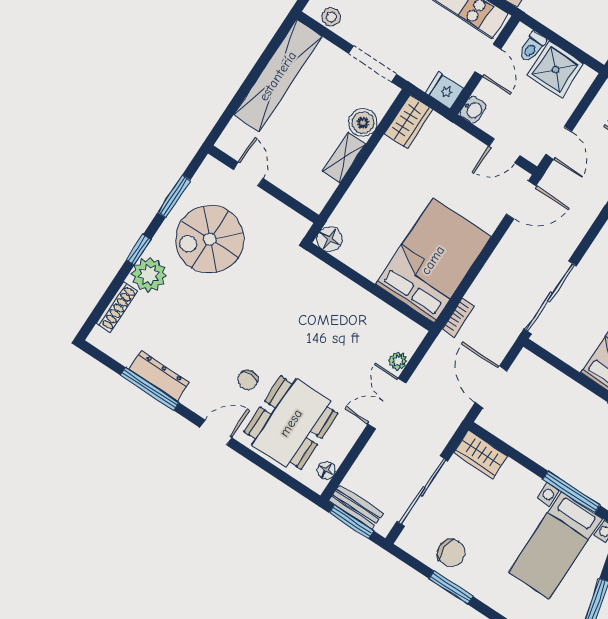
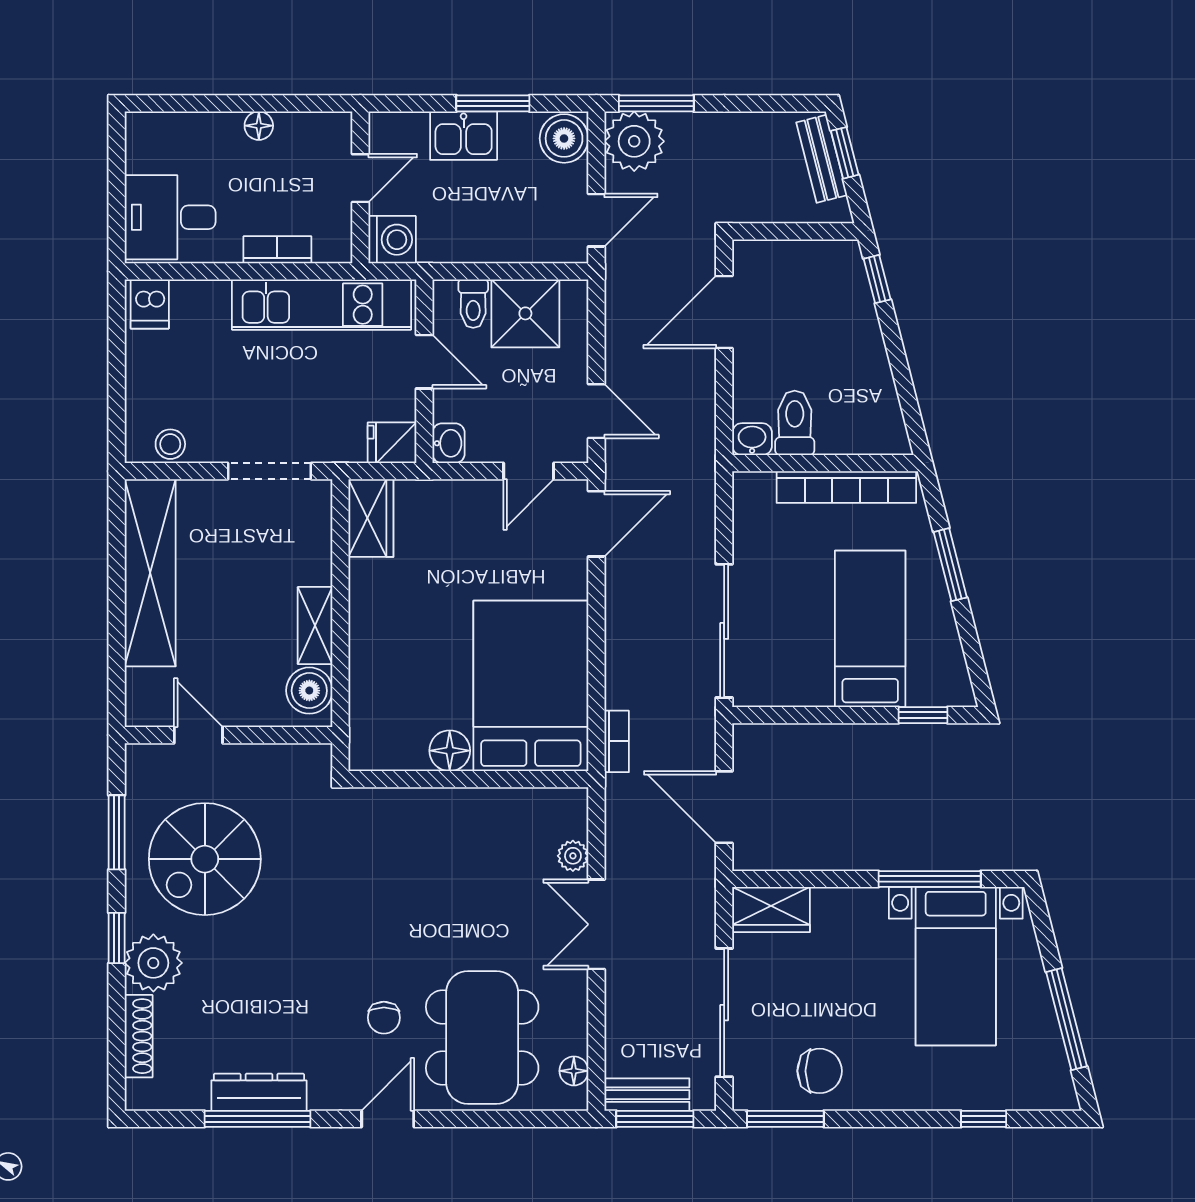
boiler: (363, 123) -> (309, 691), moved
floor lamp: (330, 239) -> (450, 751), moved
window: (451, 587) -> (785, 1119), moved

